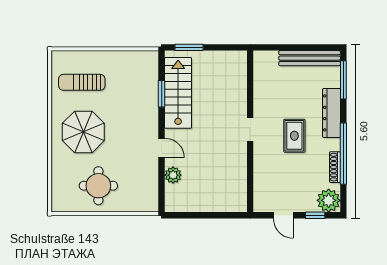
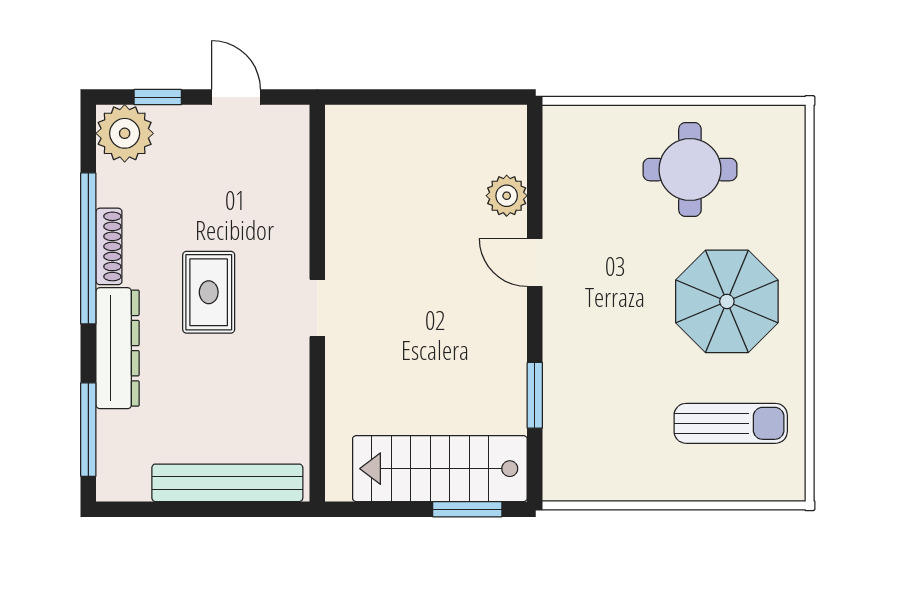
bench: (310, 58) -> (227, 483), moved
stairs: (178, 93) -> (440, 469), moved, turned 90
shoe rack: (335, 167) -> (109, 246), moved

